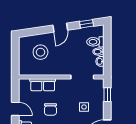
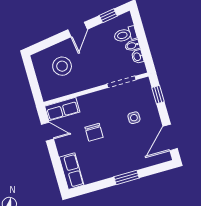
row of seats: (43, 85) -> (62, 109), moved
door: (15, 109) -> (48, 132), moved

